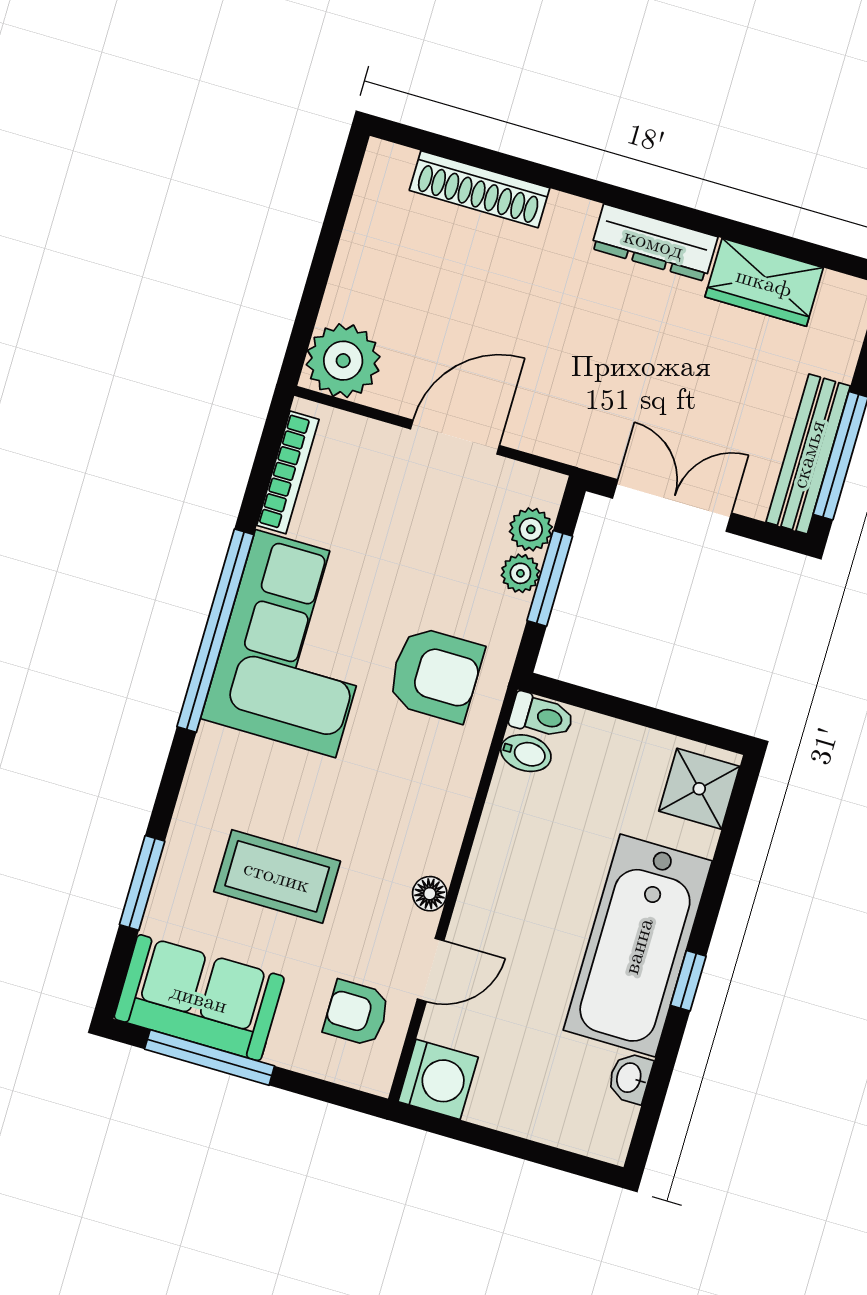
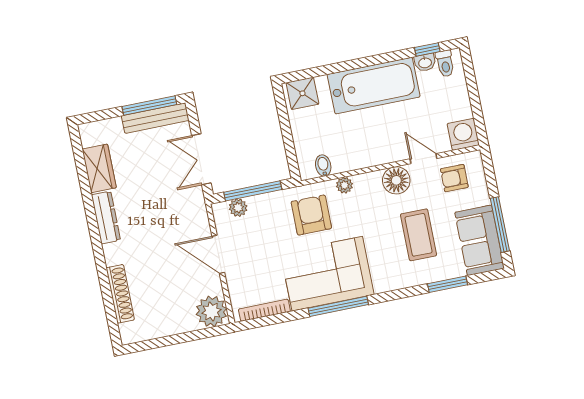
plant: (520, 573) -> (344, 185), moved
window: (550, 578) -> (253, 191), width x1.44
window: (215, 631) -> (338, 306), width x0.68
toilet: (541, 716) -> (445, 63), moved, turned 180
floor lamp: (430, 894) -> (396, 180), width x1.89, depth x1.89
window: (688, 981) -> (427, 49), moved
armchair: (357, 1013) -> (454, 178), turned 90

